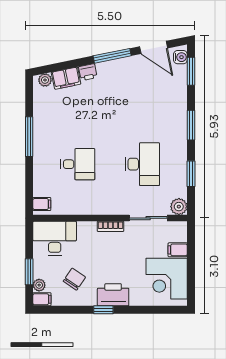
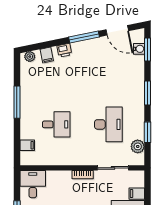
water cooler: (180, 57) -> (139, 49), moved
filing cabinet: (66, 78) -> (47, 55), width x0.50
filing cabinet: (42, 204) -> (27, 145), moved
plant: (179, 207) -> (138, 146), moved
desk: (55, 238) -> (33, 184), width x0.73

